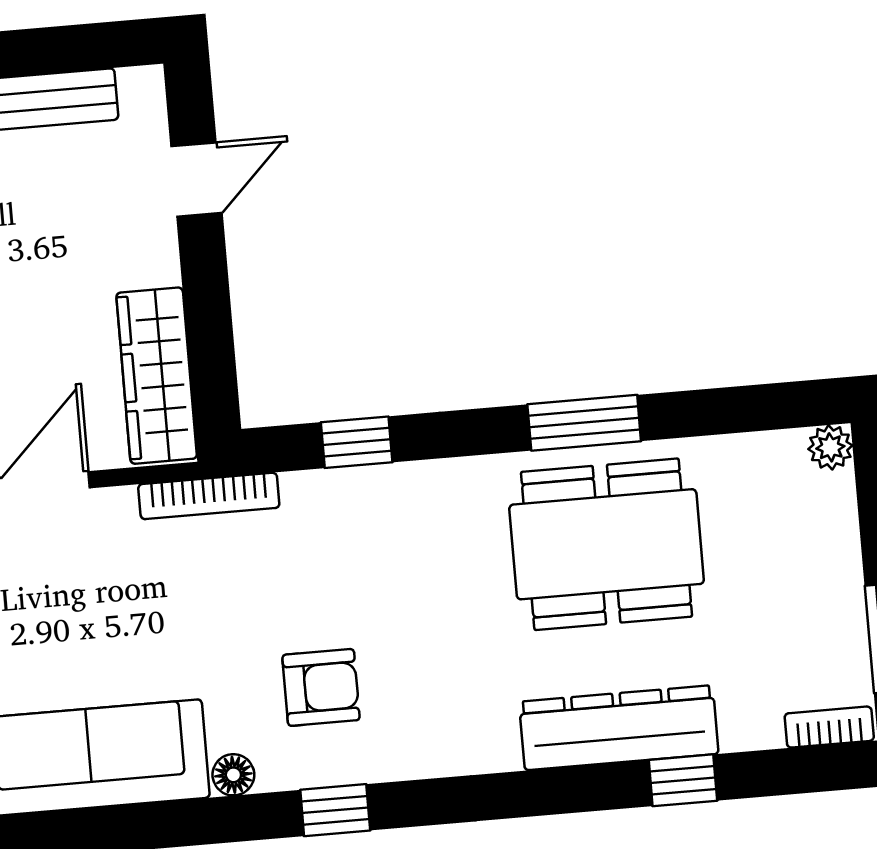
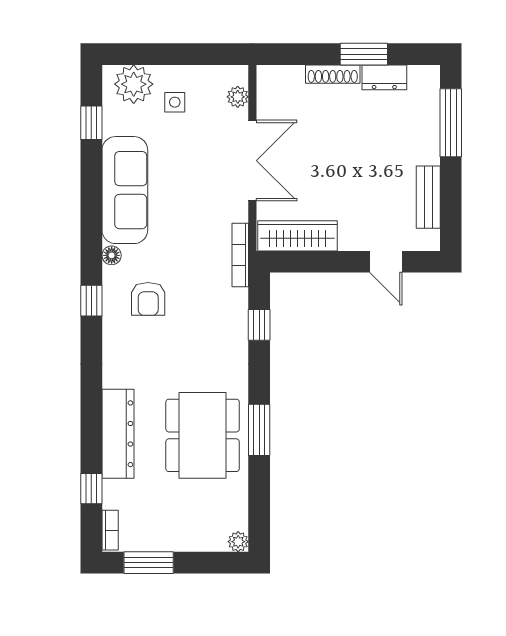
window: (683, 780) -> (91, 489), moved

